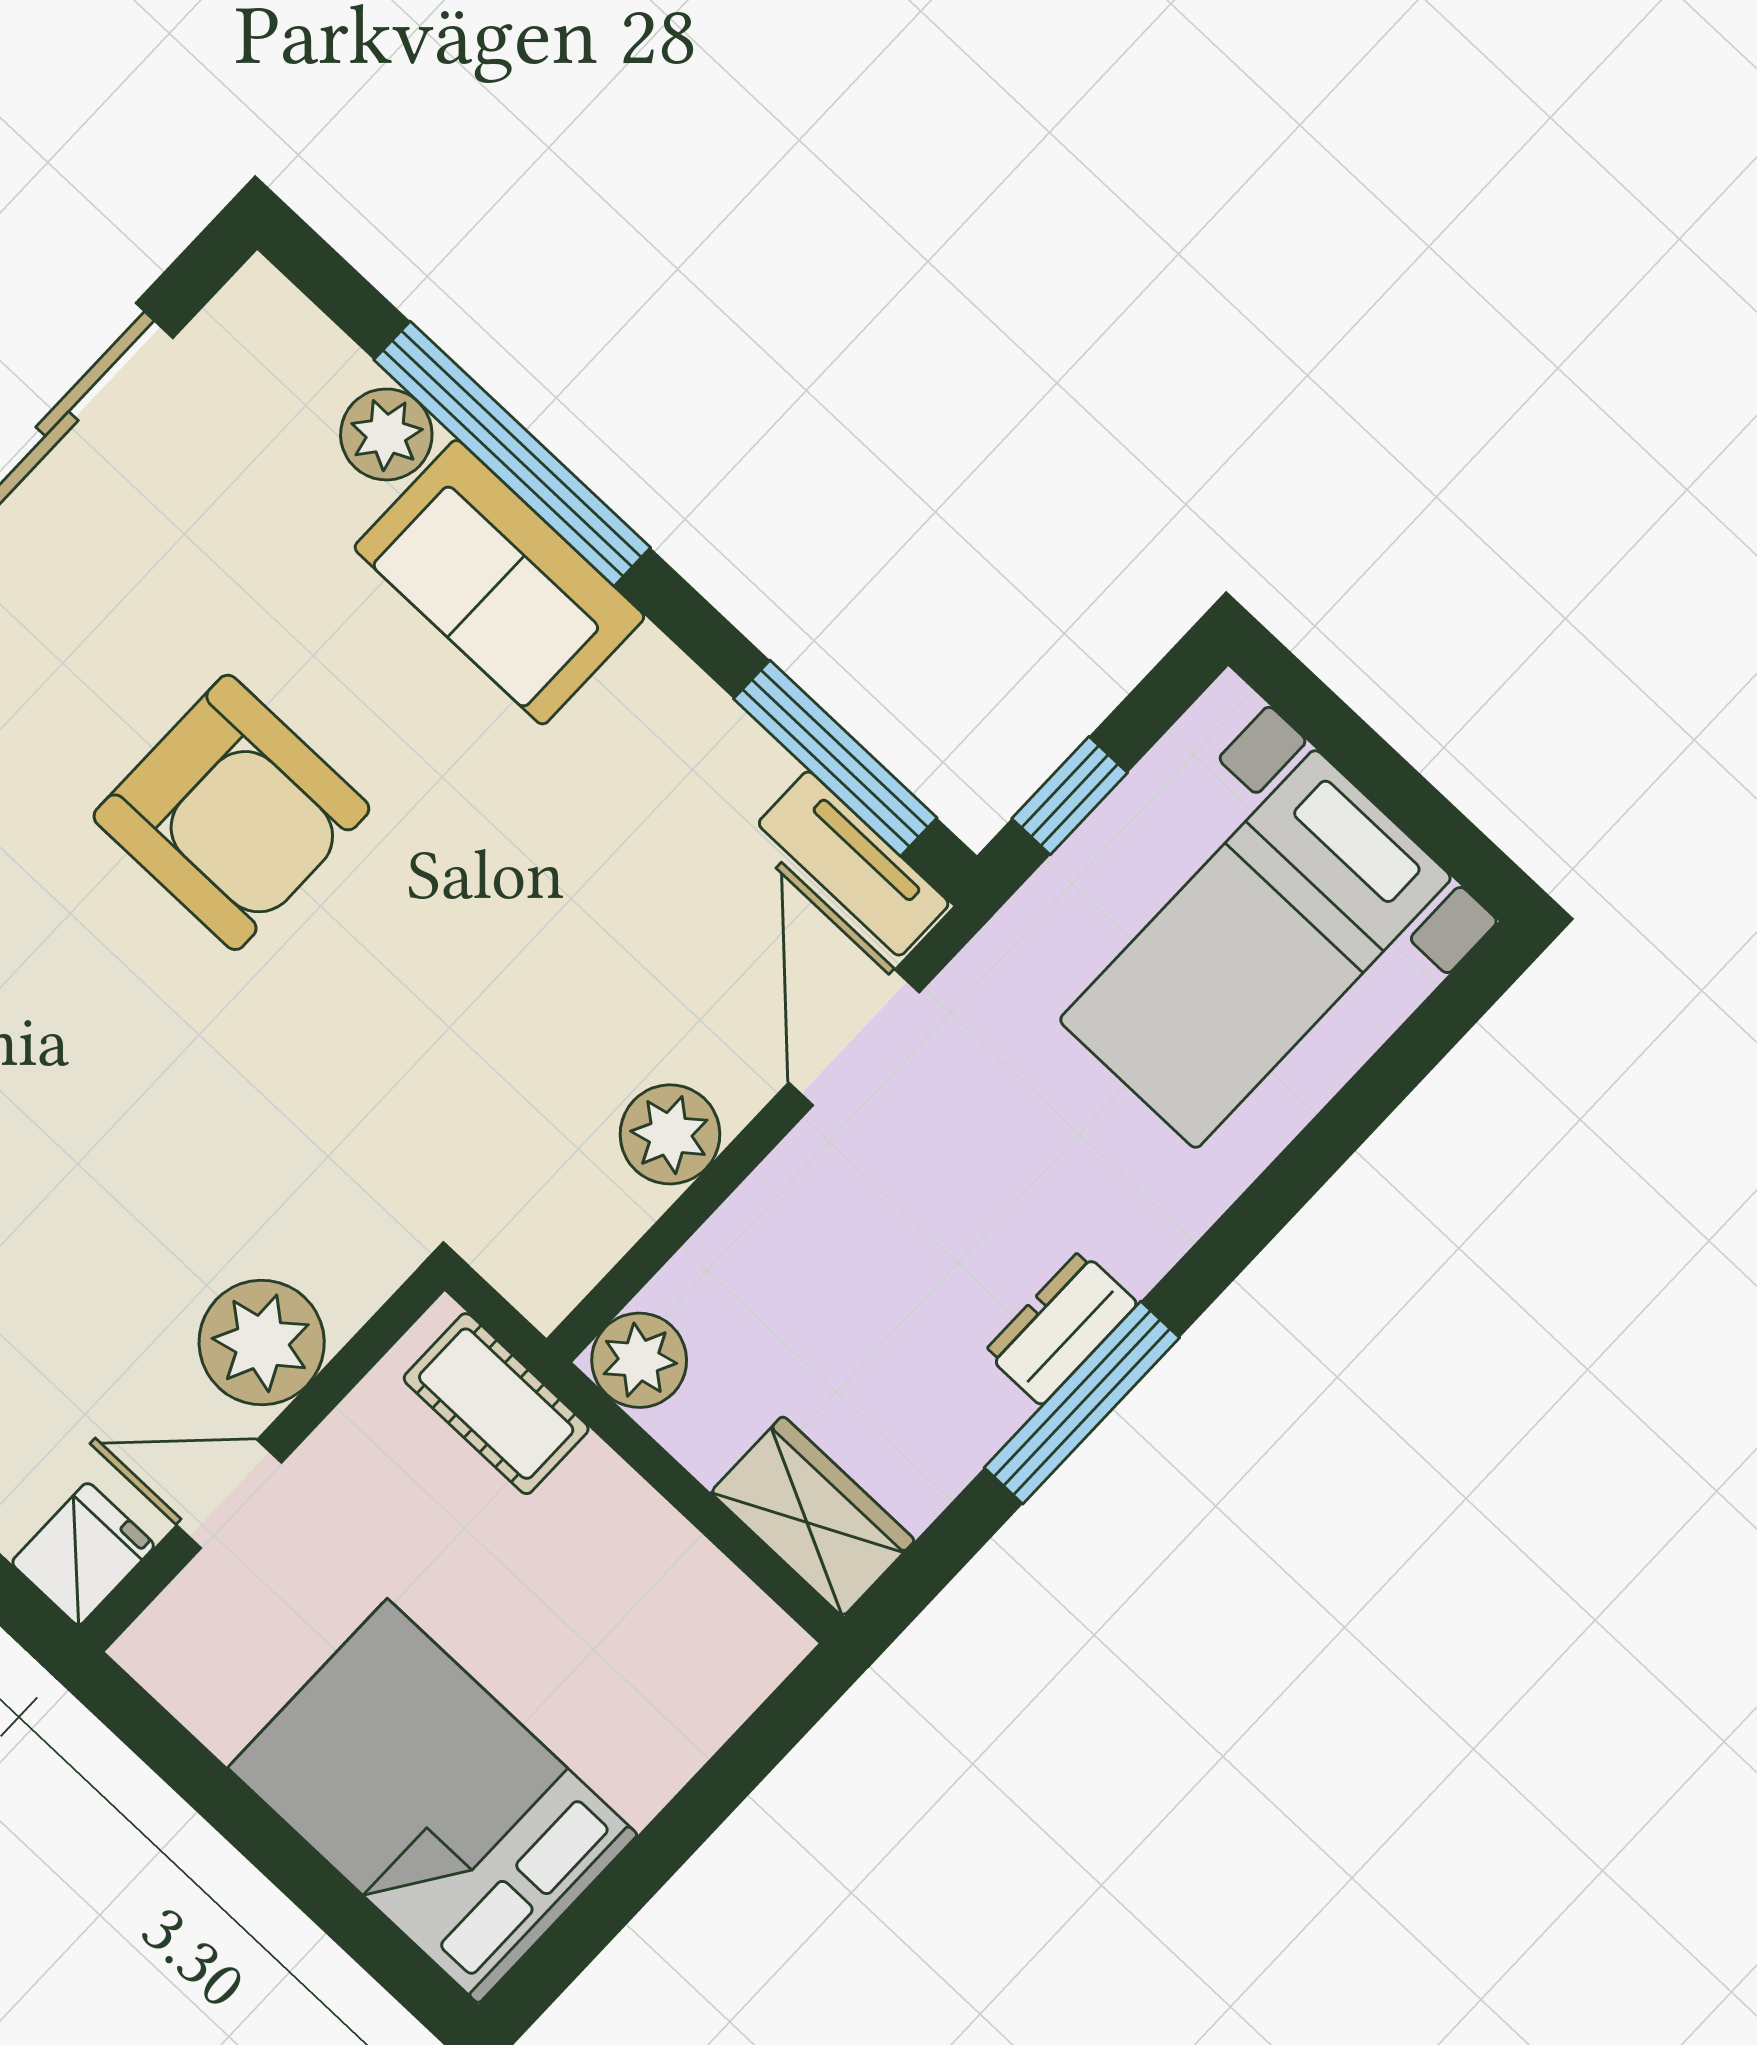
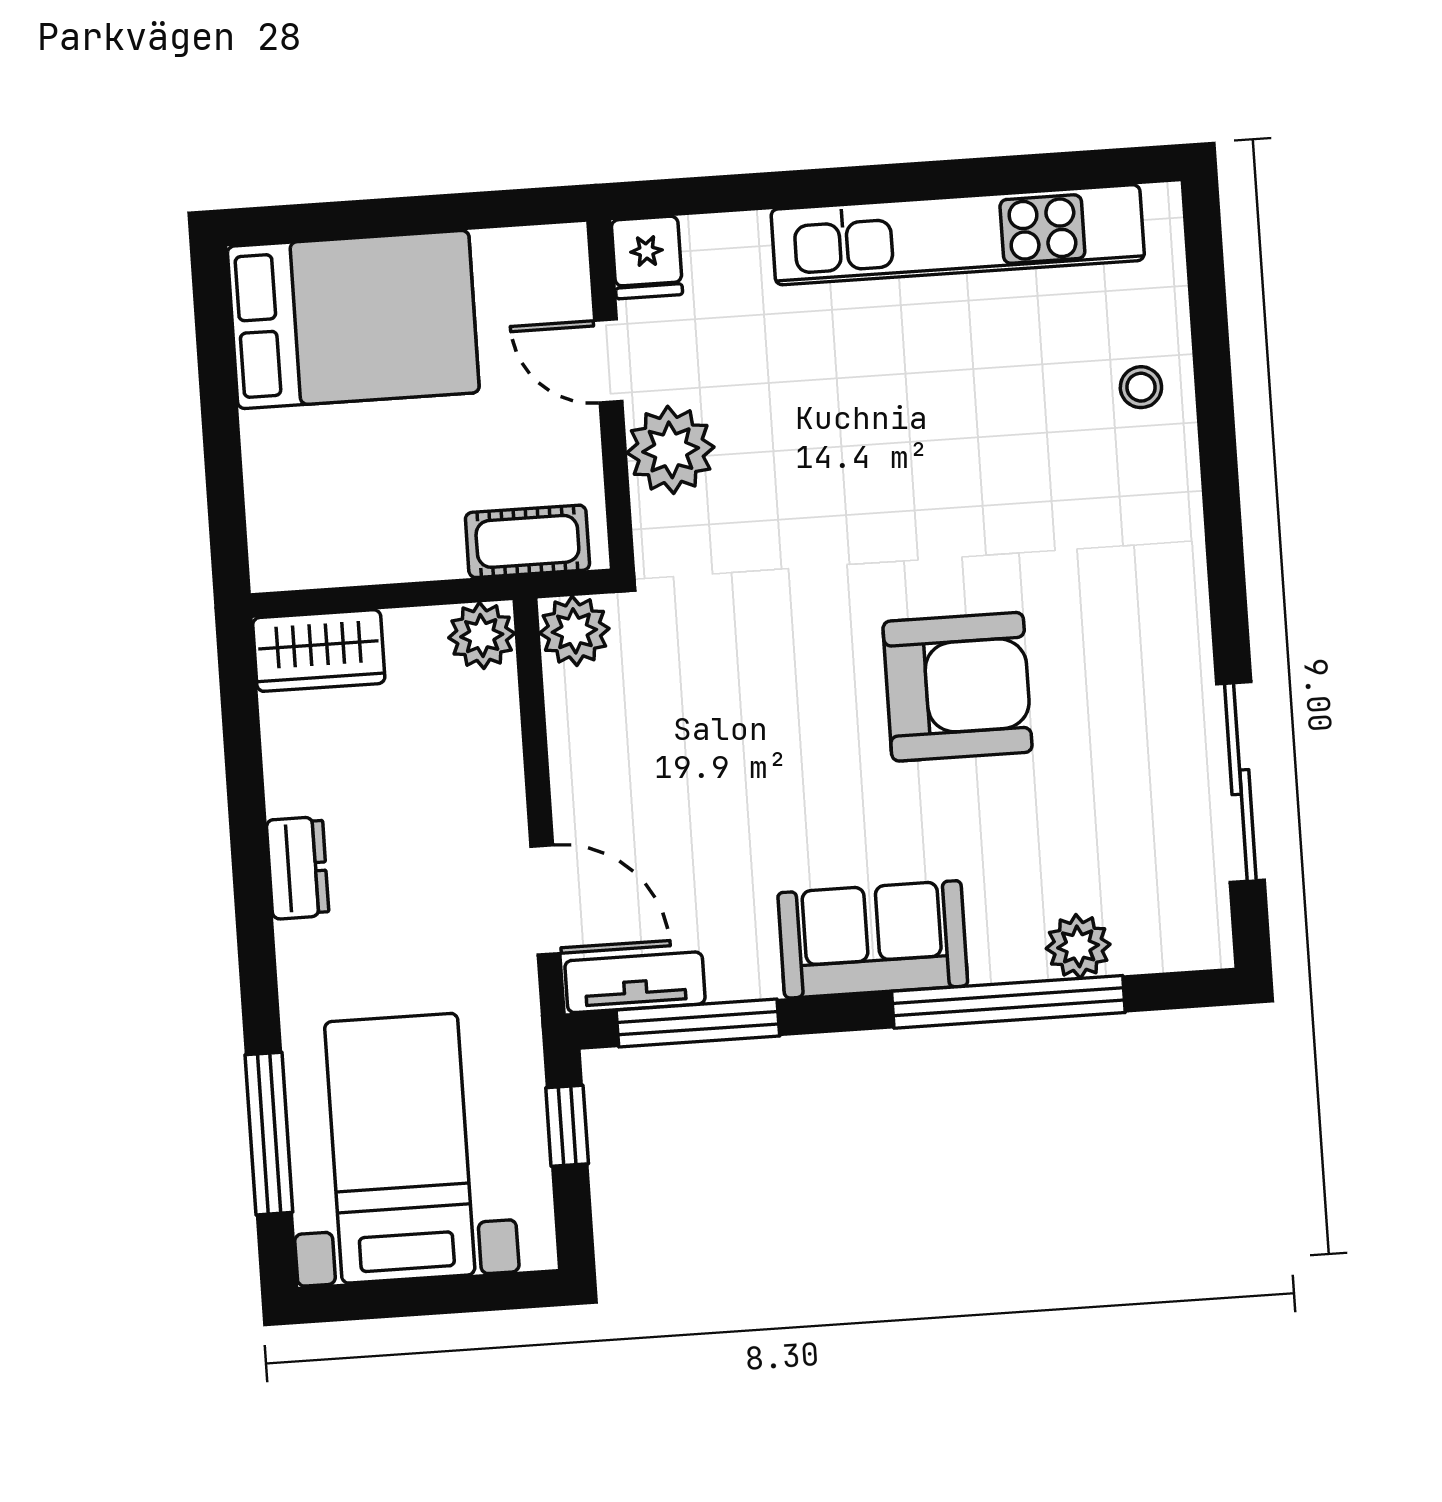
sofa: (499, 582) -> (873, 939), moved
armchair: (231, 812) -> (958, 687), turned 180
plant: (670, 1134) -> (574, 631), moved
window: (1082, 1403) -> (269, 1134), moved
door: (229, 1494) -> (608, 361), swing flipped

